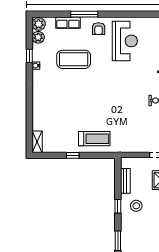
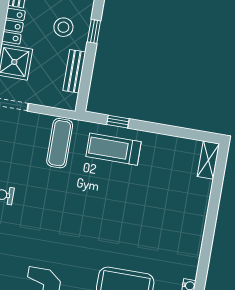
exercise mat: (127, 137) -> (60, 143), added
window: (73, 155) -> (118, 122), moved

